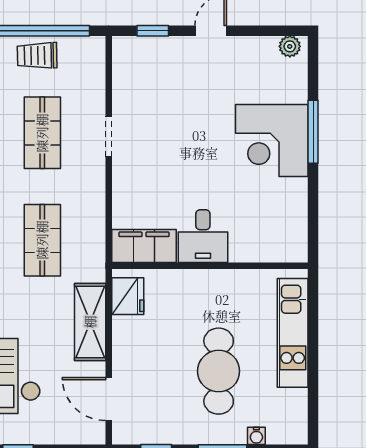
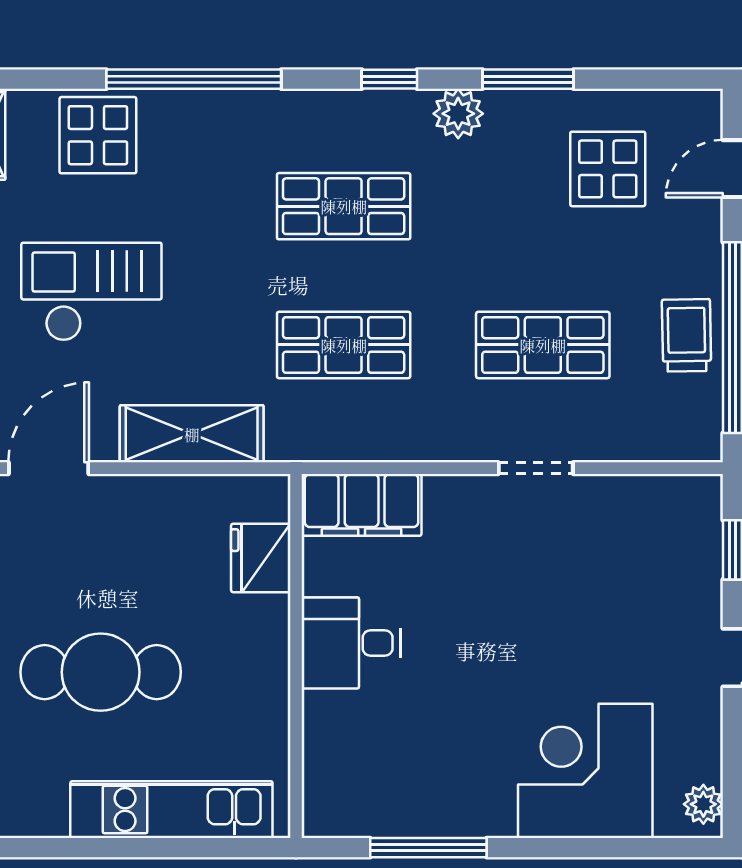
window: (313, 132) -> (428, 848), moved
corner desk: (272, 141) -> (585, 771), moved
filing cabinet: (144, 246) -> (362, 505), moved, turned 90
fridge: (128, 296) -> (261, 558), moved, turned 90

